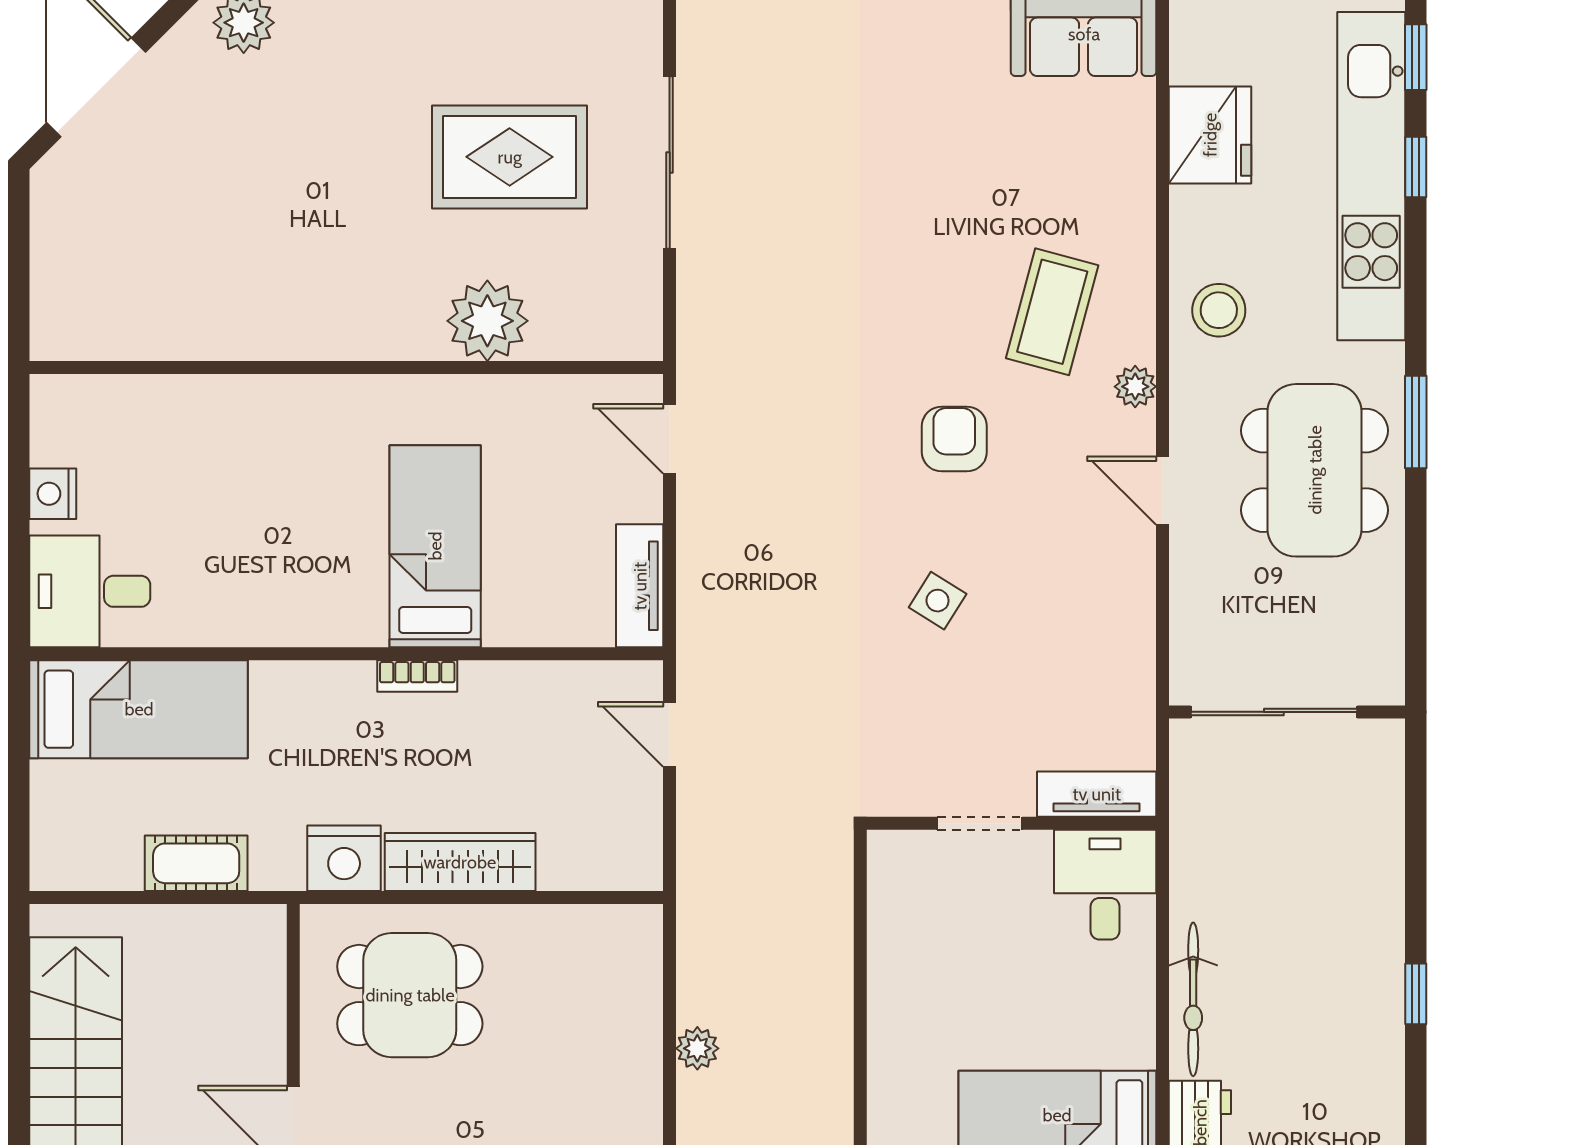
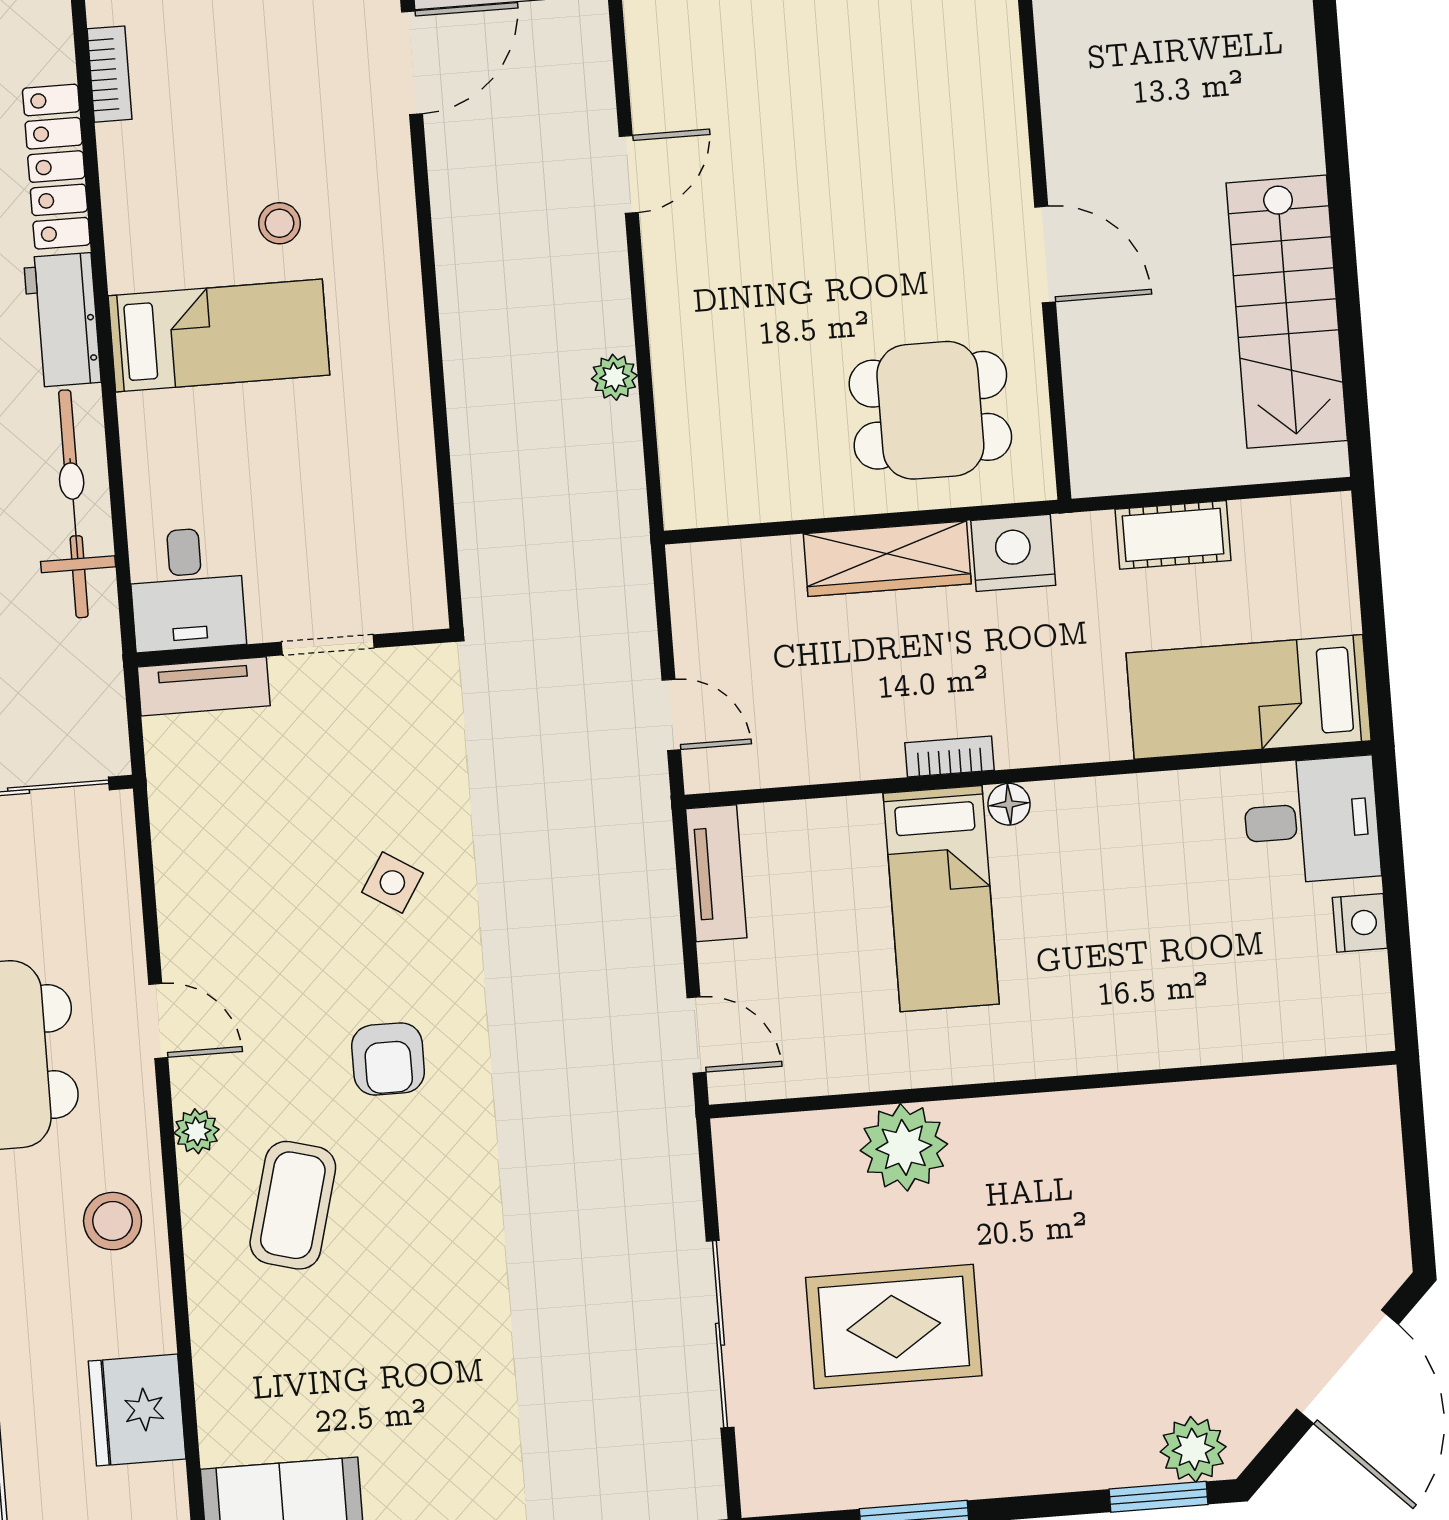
floor lamp: (366, 628) -> (1009, 804), added
bicycle: (1193, 999) -> (73, 504), width x1.37, depth x1.40

